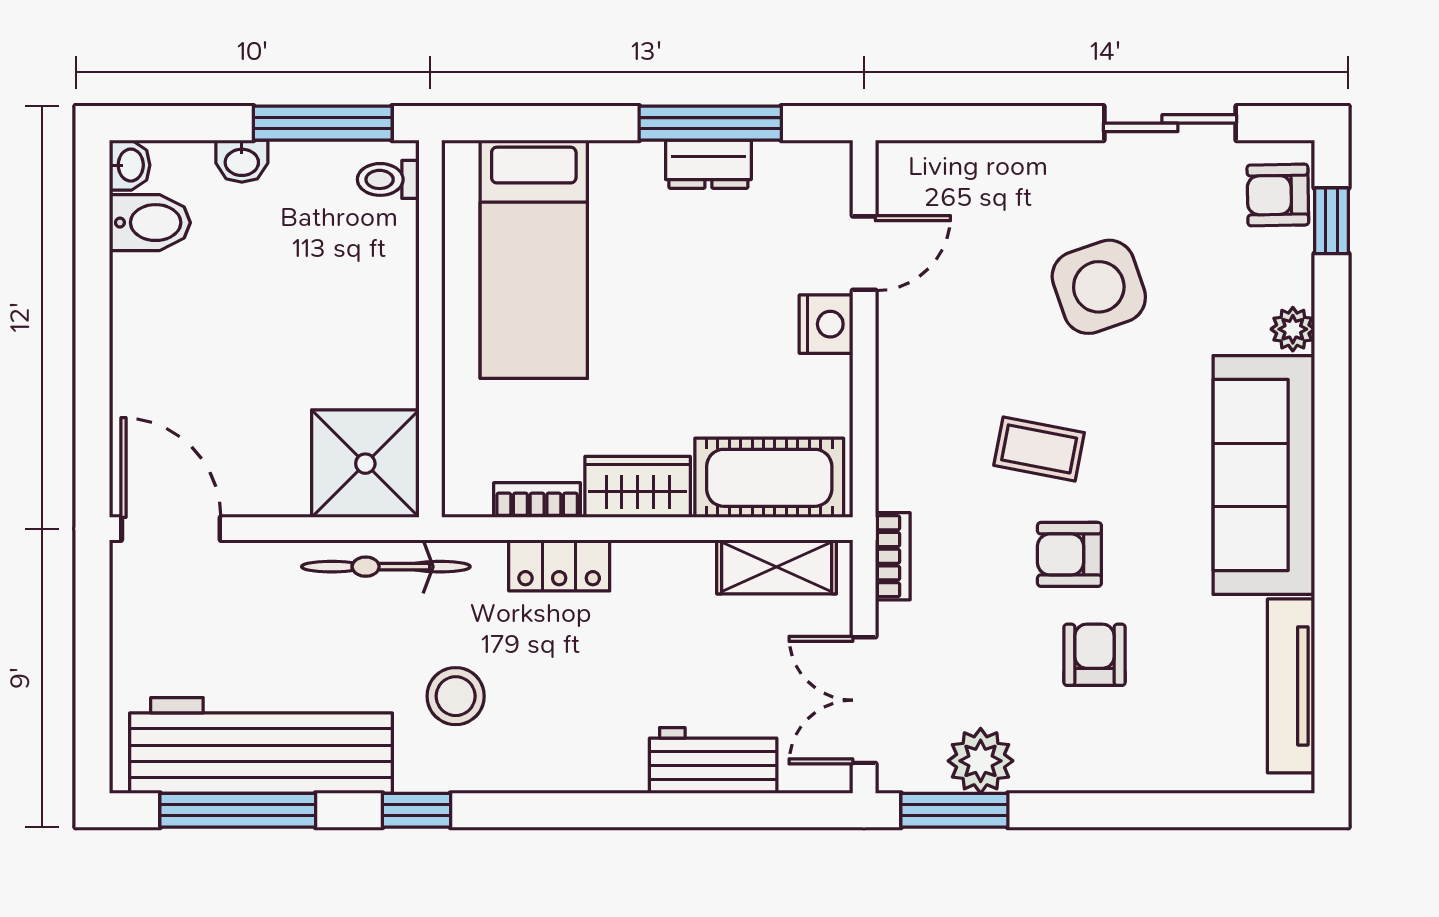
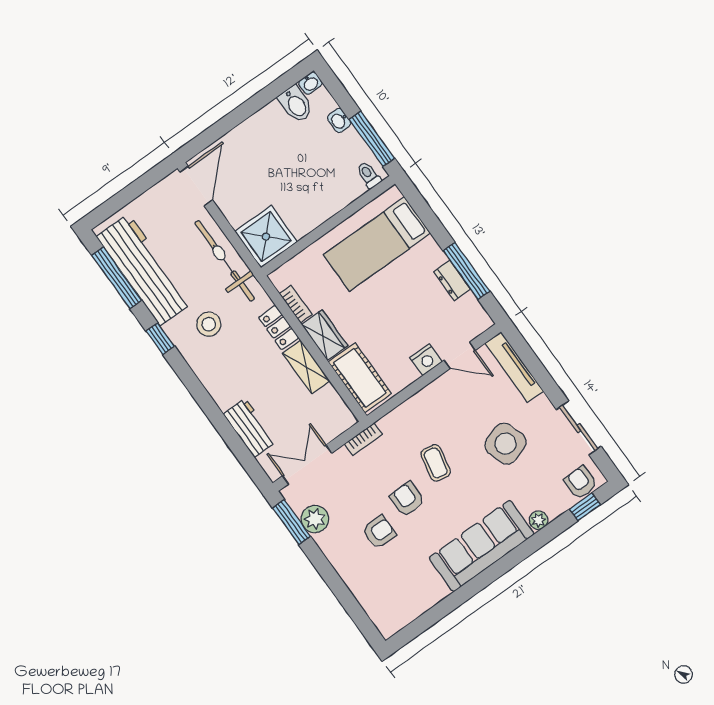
bicycle: (386, 567) -> (225, 261), width x1.37, depth x1.40
shelving: (777, 567) -> (306, 367), moved
tv unit: (1291, 686) -> (514, 367), moved, turned -90

